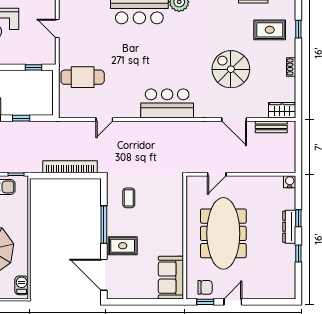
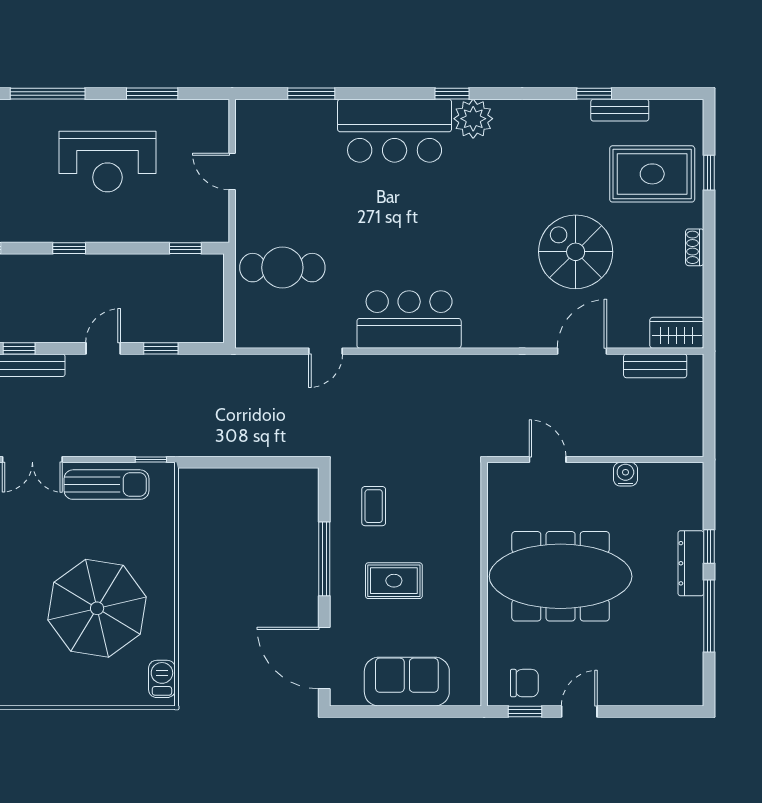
rug: (270, 30) -> (652, 174), width x1.36, depth x1.43
bar counter: (167, 103) -> (409, 320), moved
door: (234, 119) -> (582, 351), swing flipped
bookcase: (70, 167) -> (257, 445), removed
door: (217, 174) -> (548, 459), swing flipped
water cooler: (290, 182) -> (625, 474), moved
meeting table: (223, 233) -> (561, 576), turned 90
rug: (123, 246) -> (394, 581), moved
window: (298, 253) -> (709, 616), width x2.17
sofa: (171, 278) -> (407, 682), moved, turned 90

